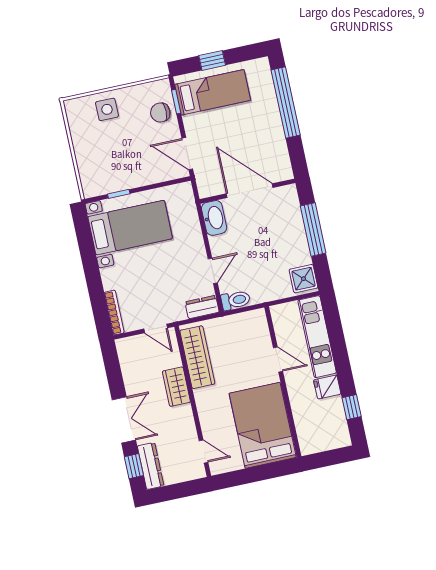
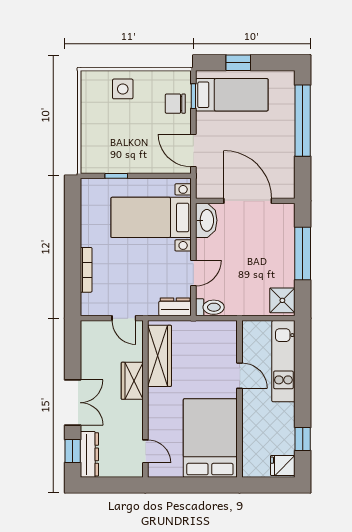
bed with nightstands: (130, 228) -> (151, 217), moved, turned 180
bookcase: (114, 313) -> (86, 270), moved
fridge: (327, 387) -> (283, 465), moved

